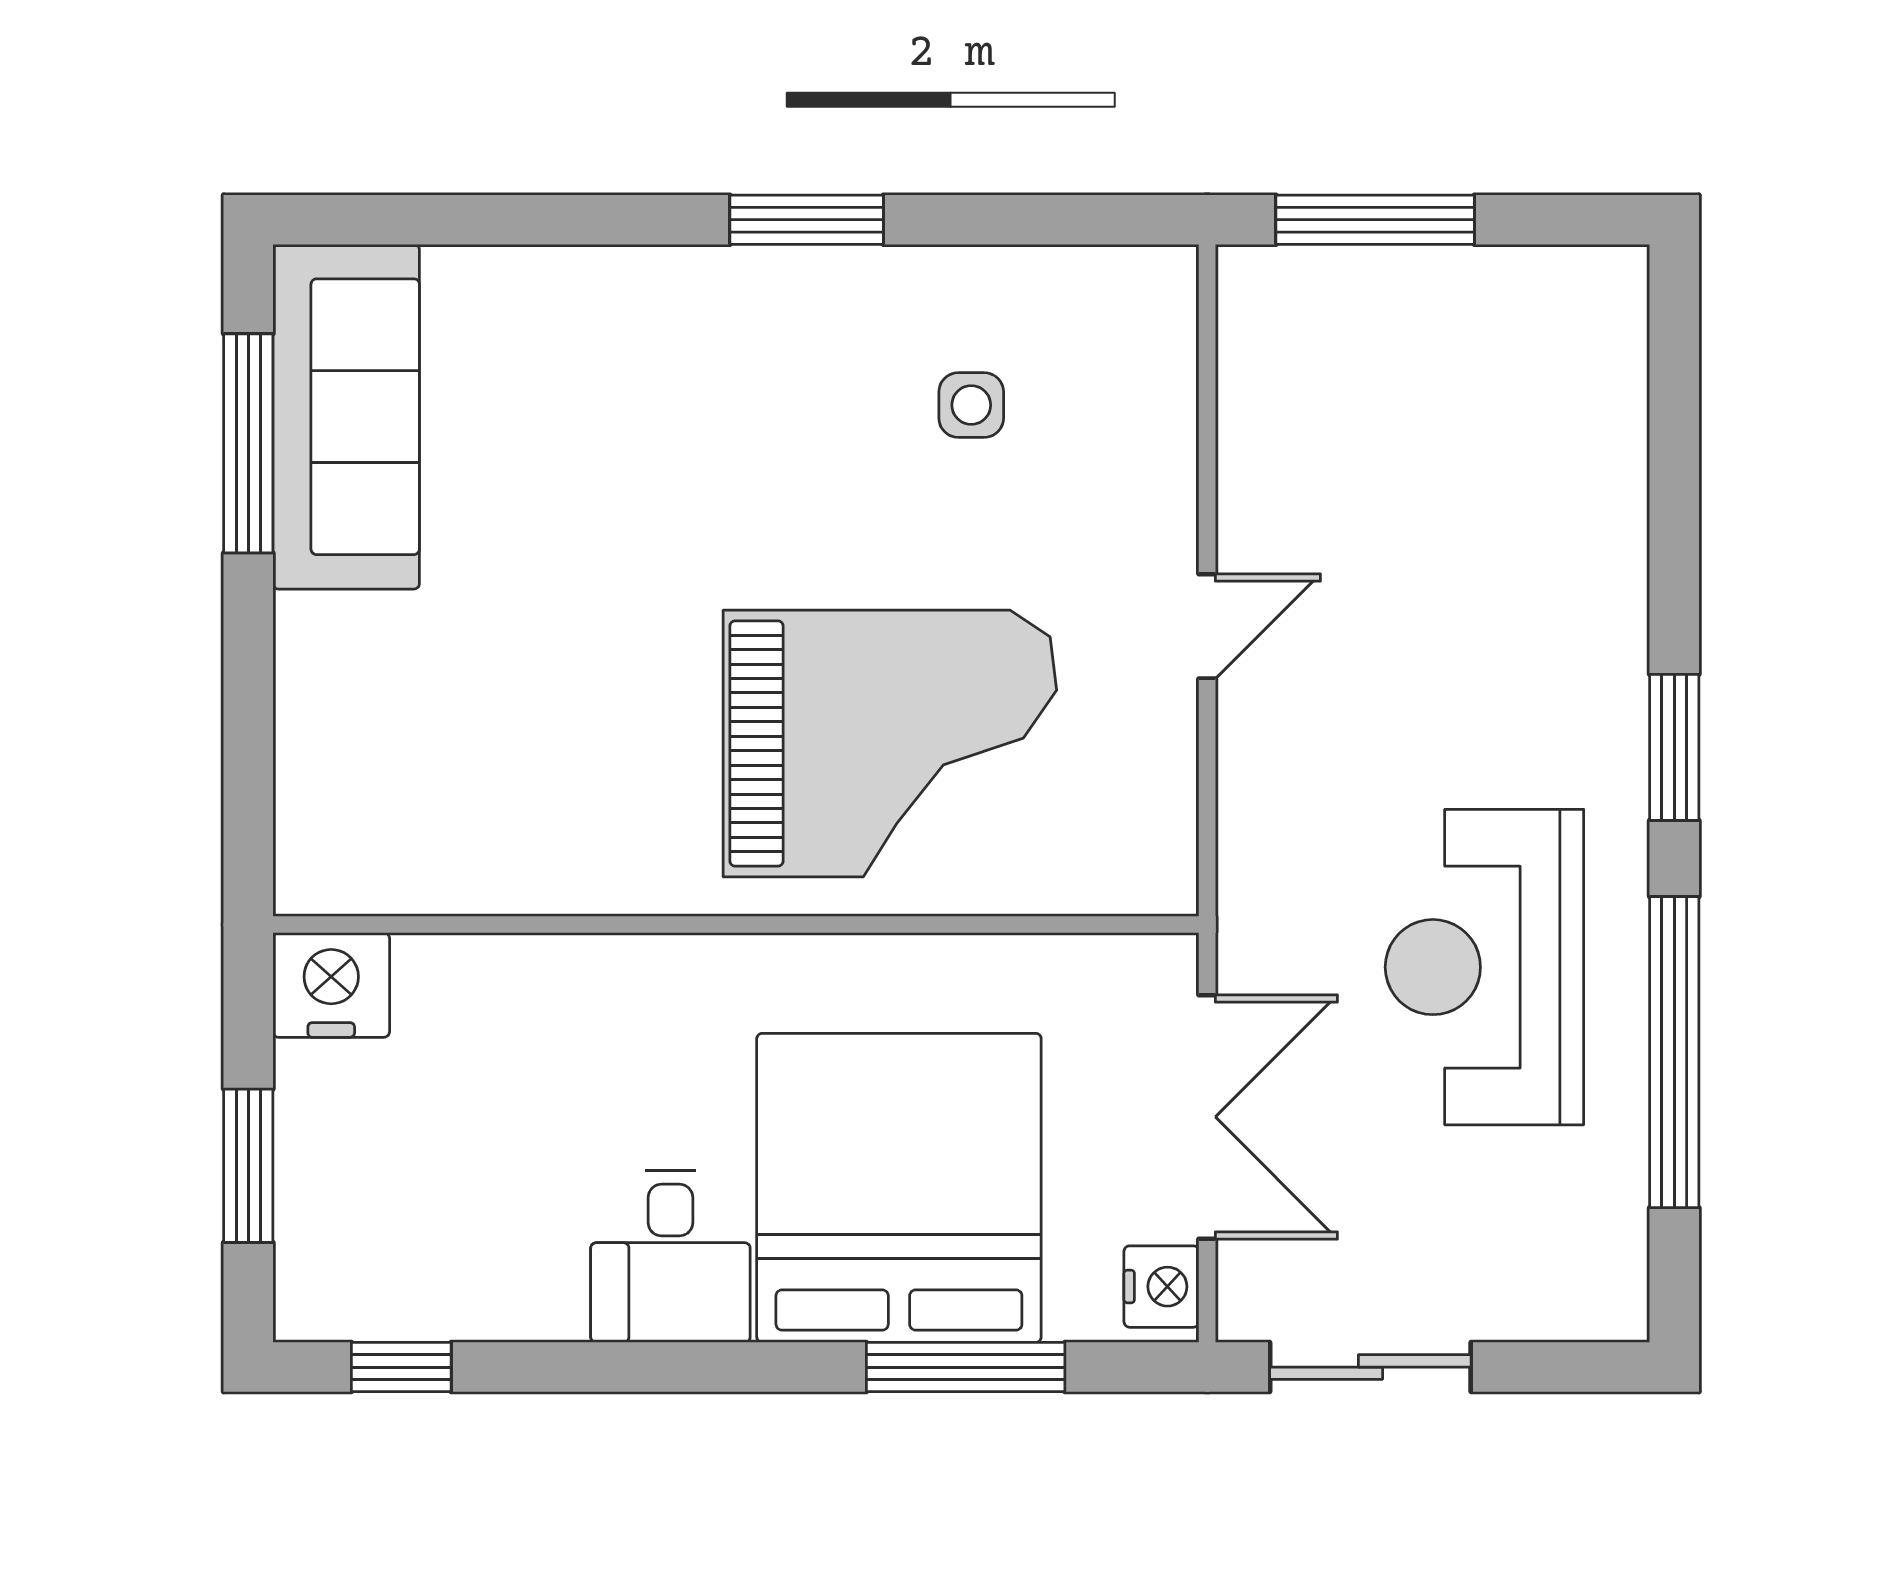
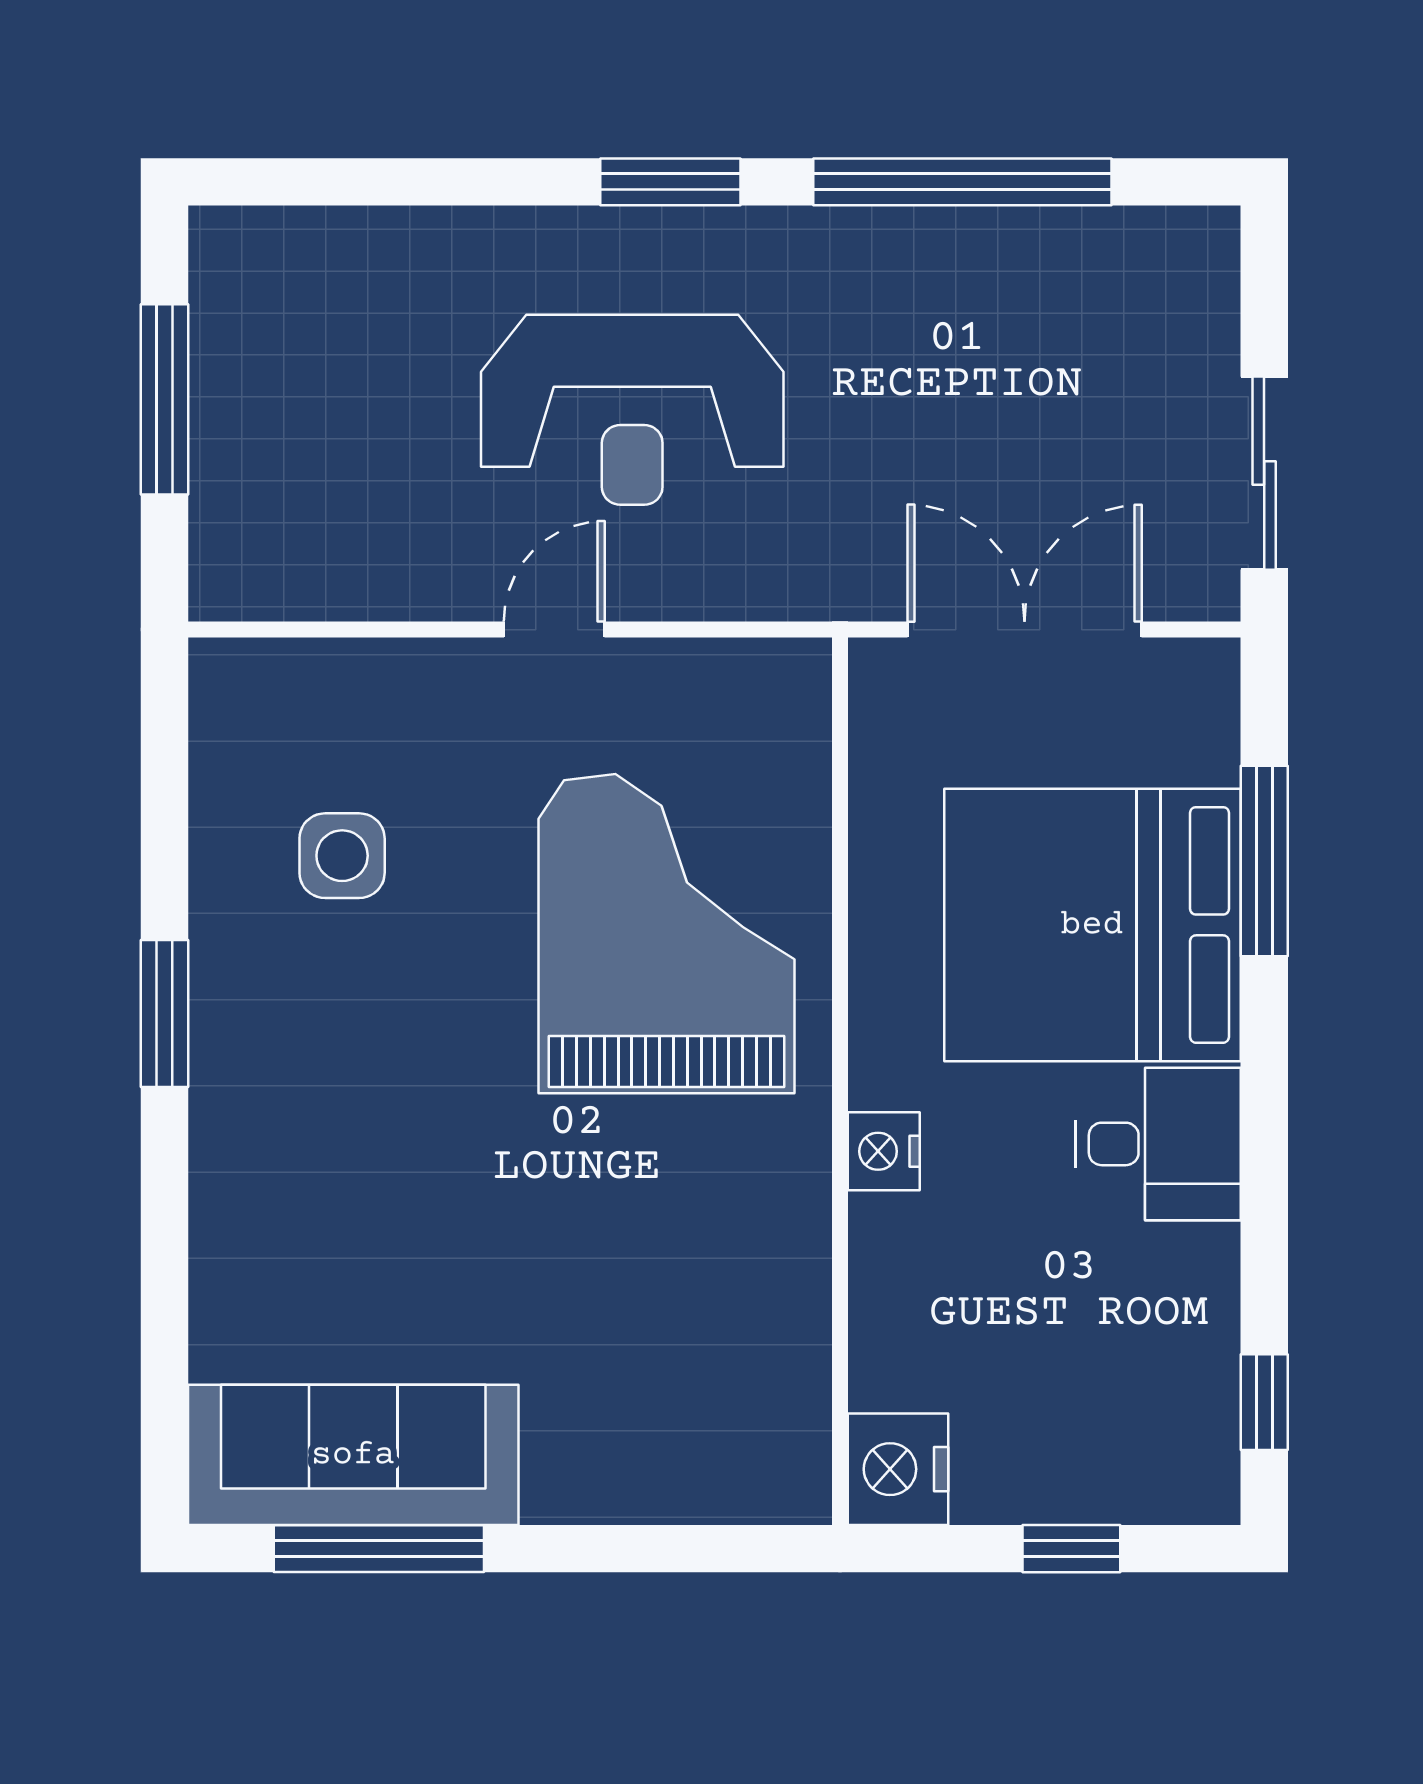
window: (1375, 220) -> (164, 399), moved
side table: (971, 405) -> (342, 856), width x1.37, depth x1.37
door: (1207, 626) -> (554, 630), hinge flipped
reception desk: (1484, 967) -> (632, 410), moved
window: (248, 1166) -> (1071, 1549), width x0.67
nightstand: (1161, 1287) -> (884, 1151), moved, turned -90

